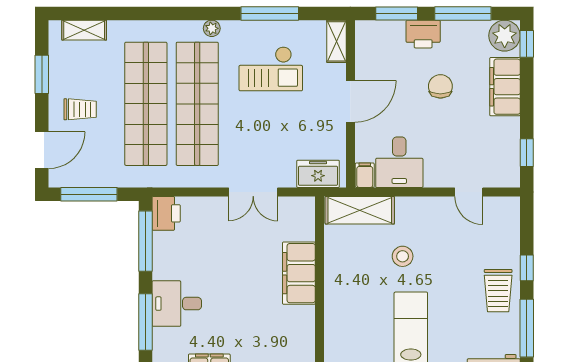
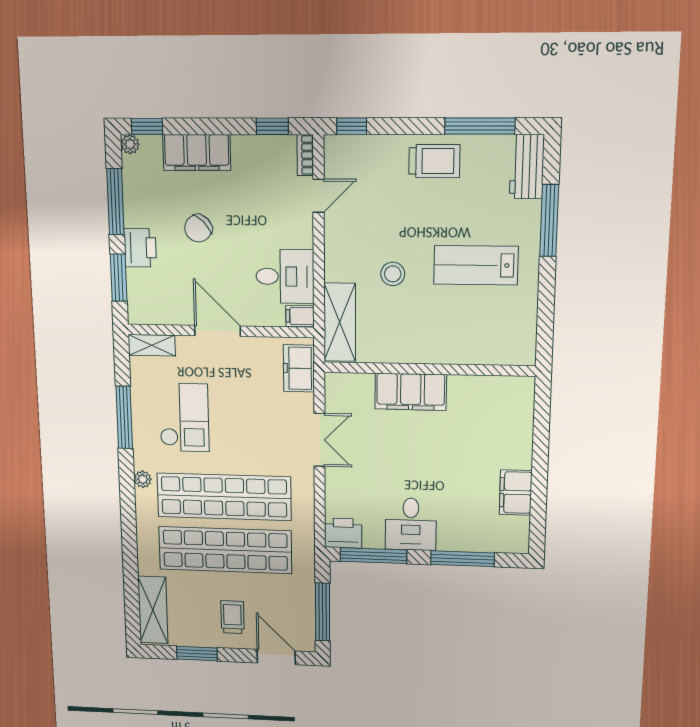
shelving: (84, 30) -> (153, 610), width x1.50, depth x1.33
plant: (505, 36) -> (130, 144), width x0.53, depth x0.53
chair: (440, 86) -> (198, 228), turned -44
bookcase: (503, 181) -> (305, 155), added
window: (527, 268) -> (352, 126), moved
desk: (177, 304) -> (411, 524), moved

